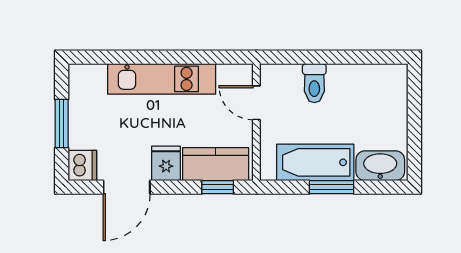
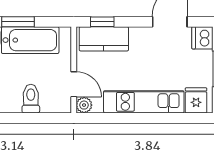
plant: (242, 75) -> (84, 105), added
fridge: (166, 163) -> (196, 100), moved, turned 180

